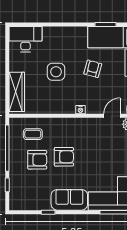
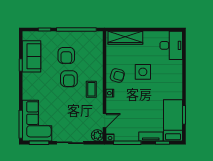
armchair: (93, 69) -> (117, 75), moved
door: (112, 116) -> (105, 121), hinge flipped
coffee table: (33, 134) -> (91, 89), moved
sofa: (69, 200) -> (32, 56), moved

